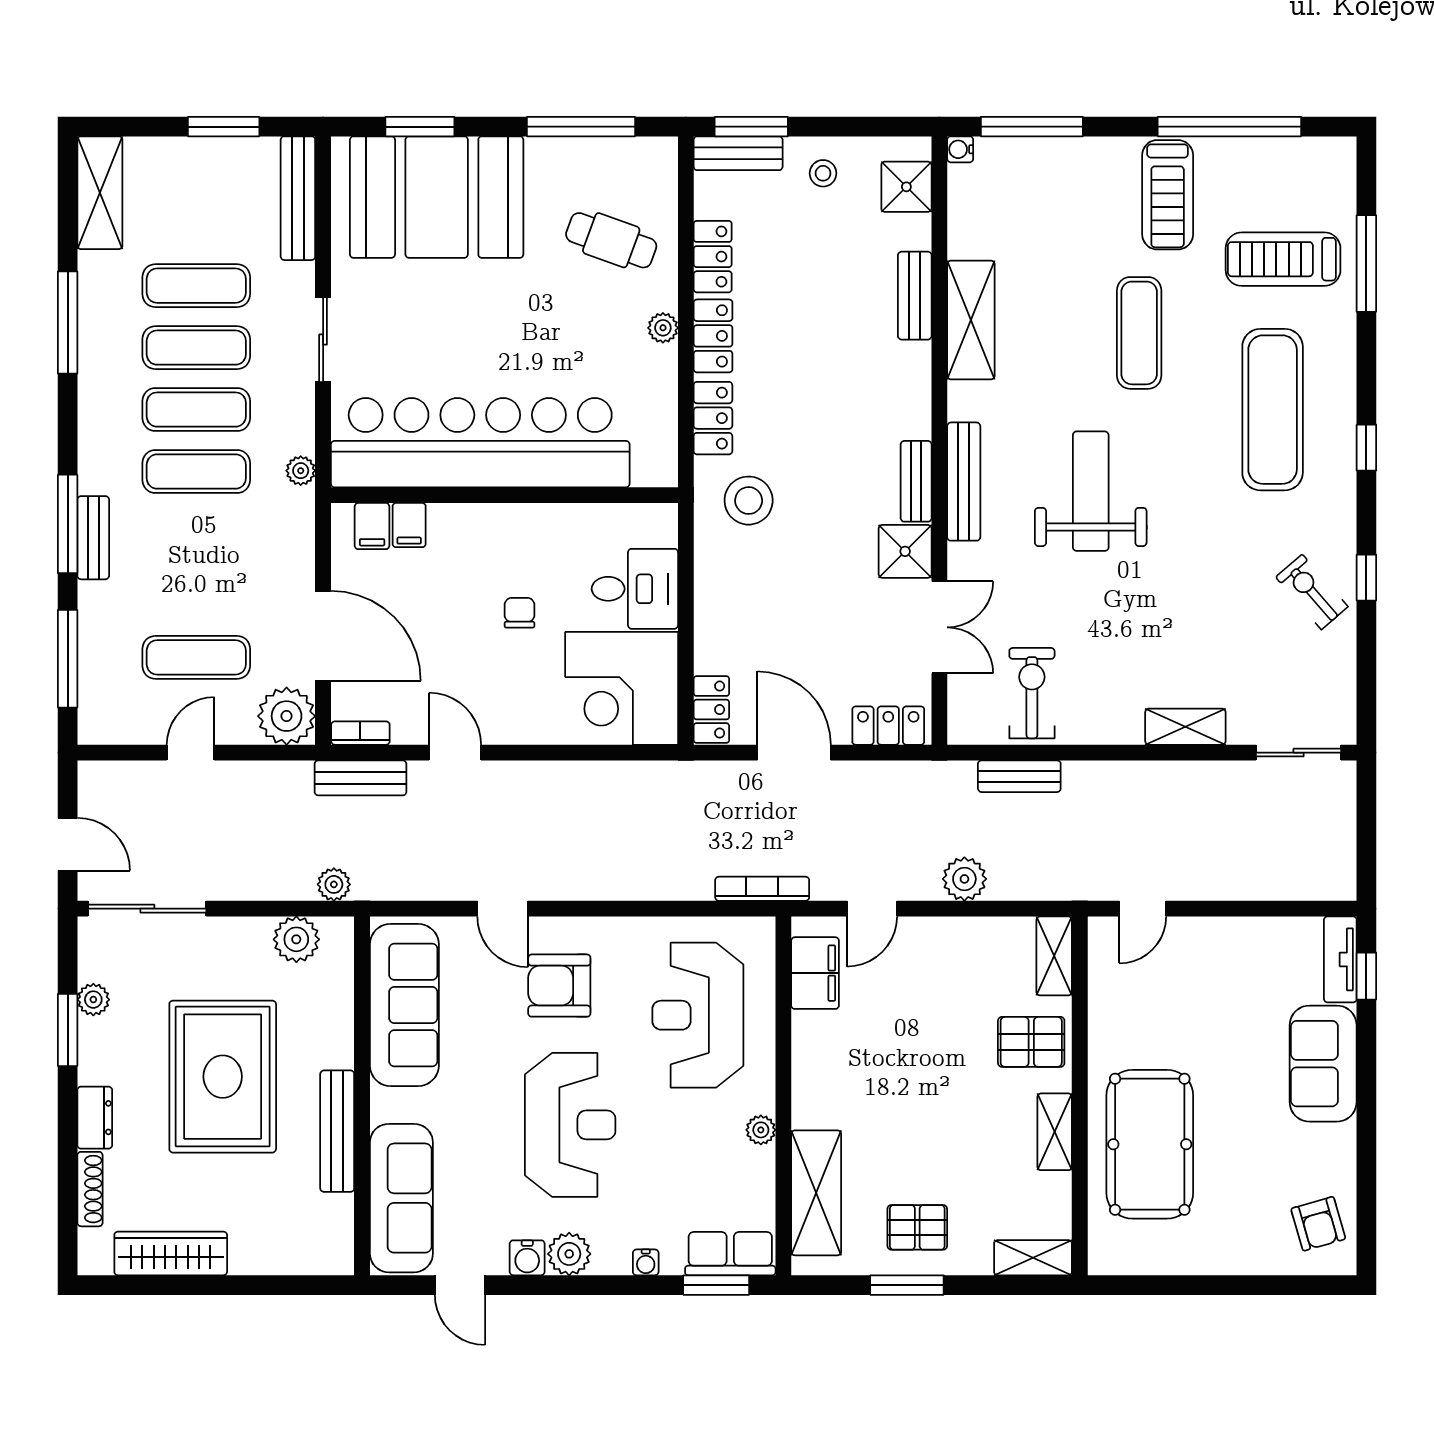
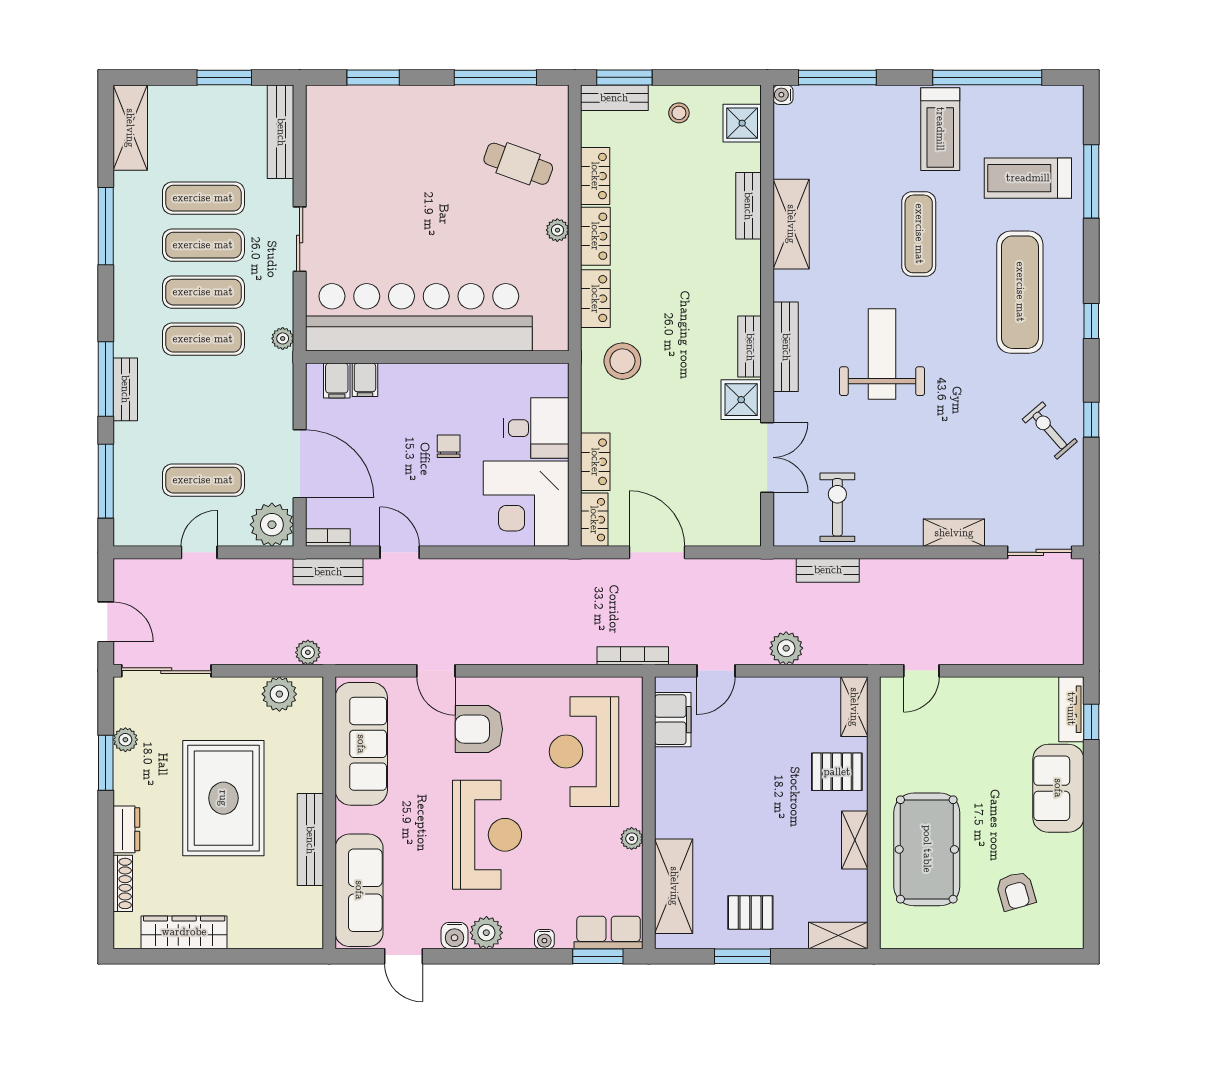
booth: (437, 197) -> (386, 131), removed
locker: (888, 726) -> (595, 462), moved, turned 90
armchair: (1318, 1224) -> (1016, 891), moved

